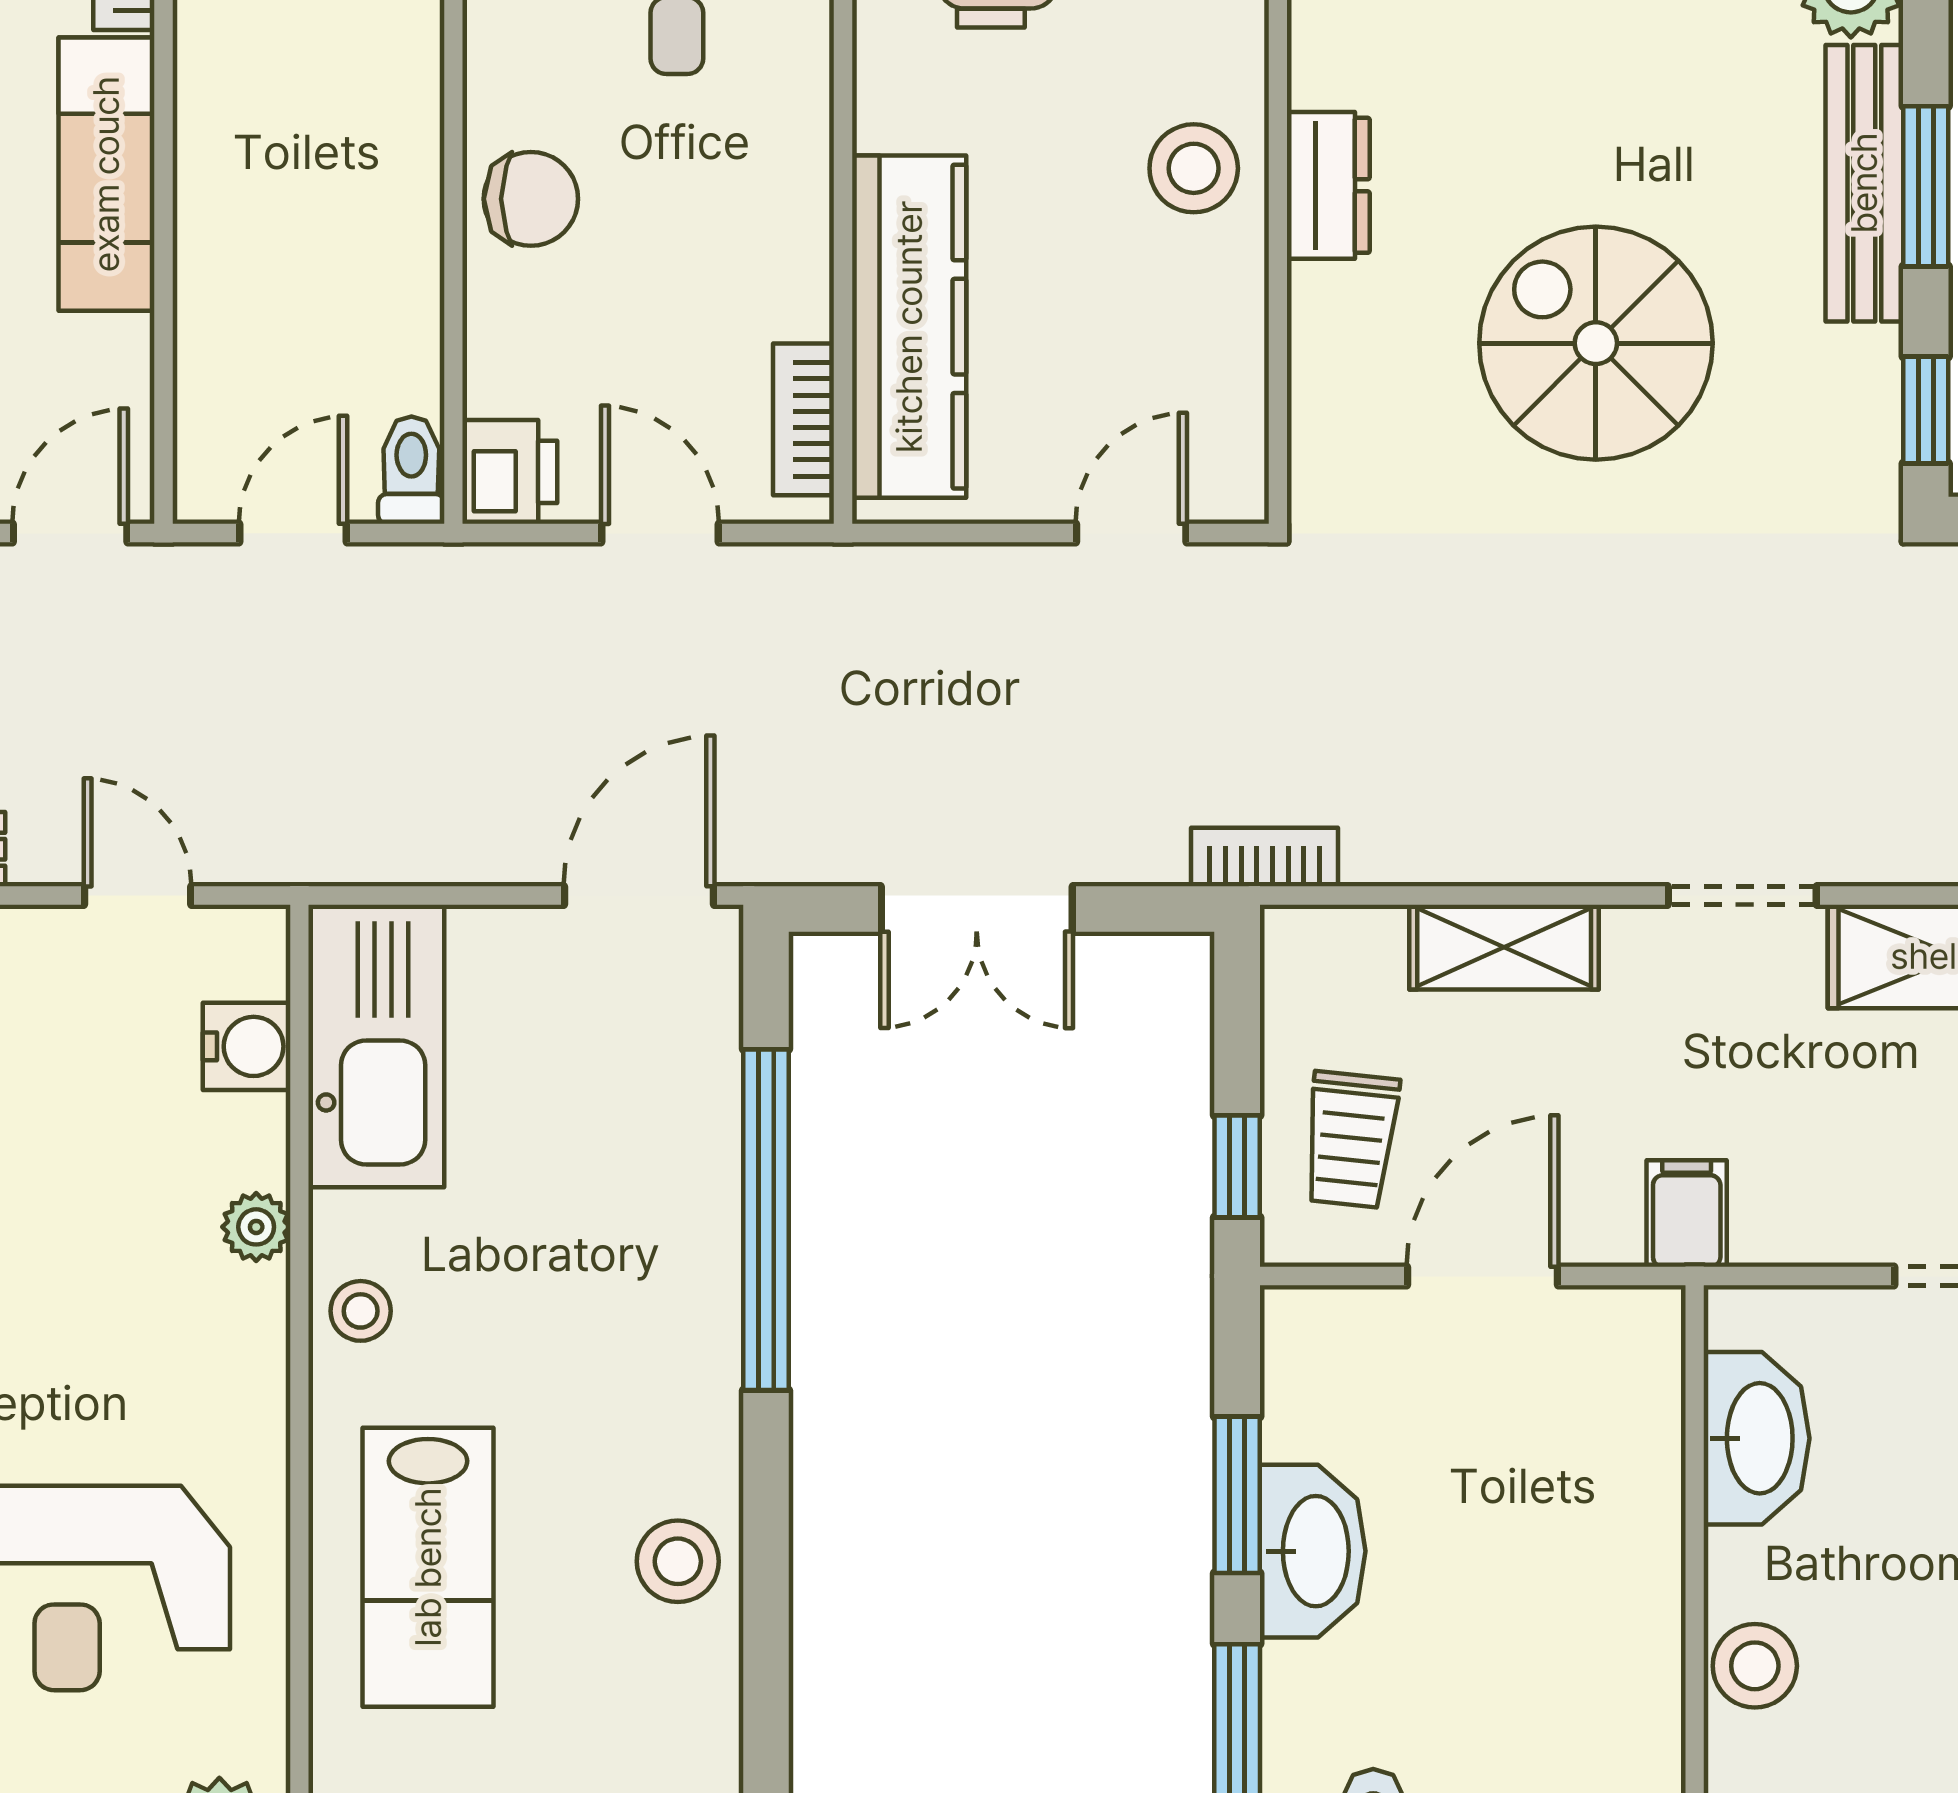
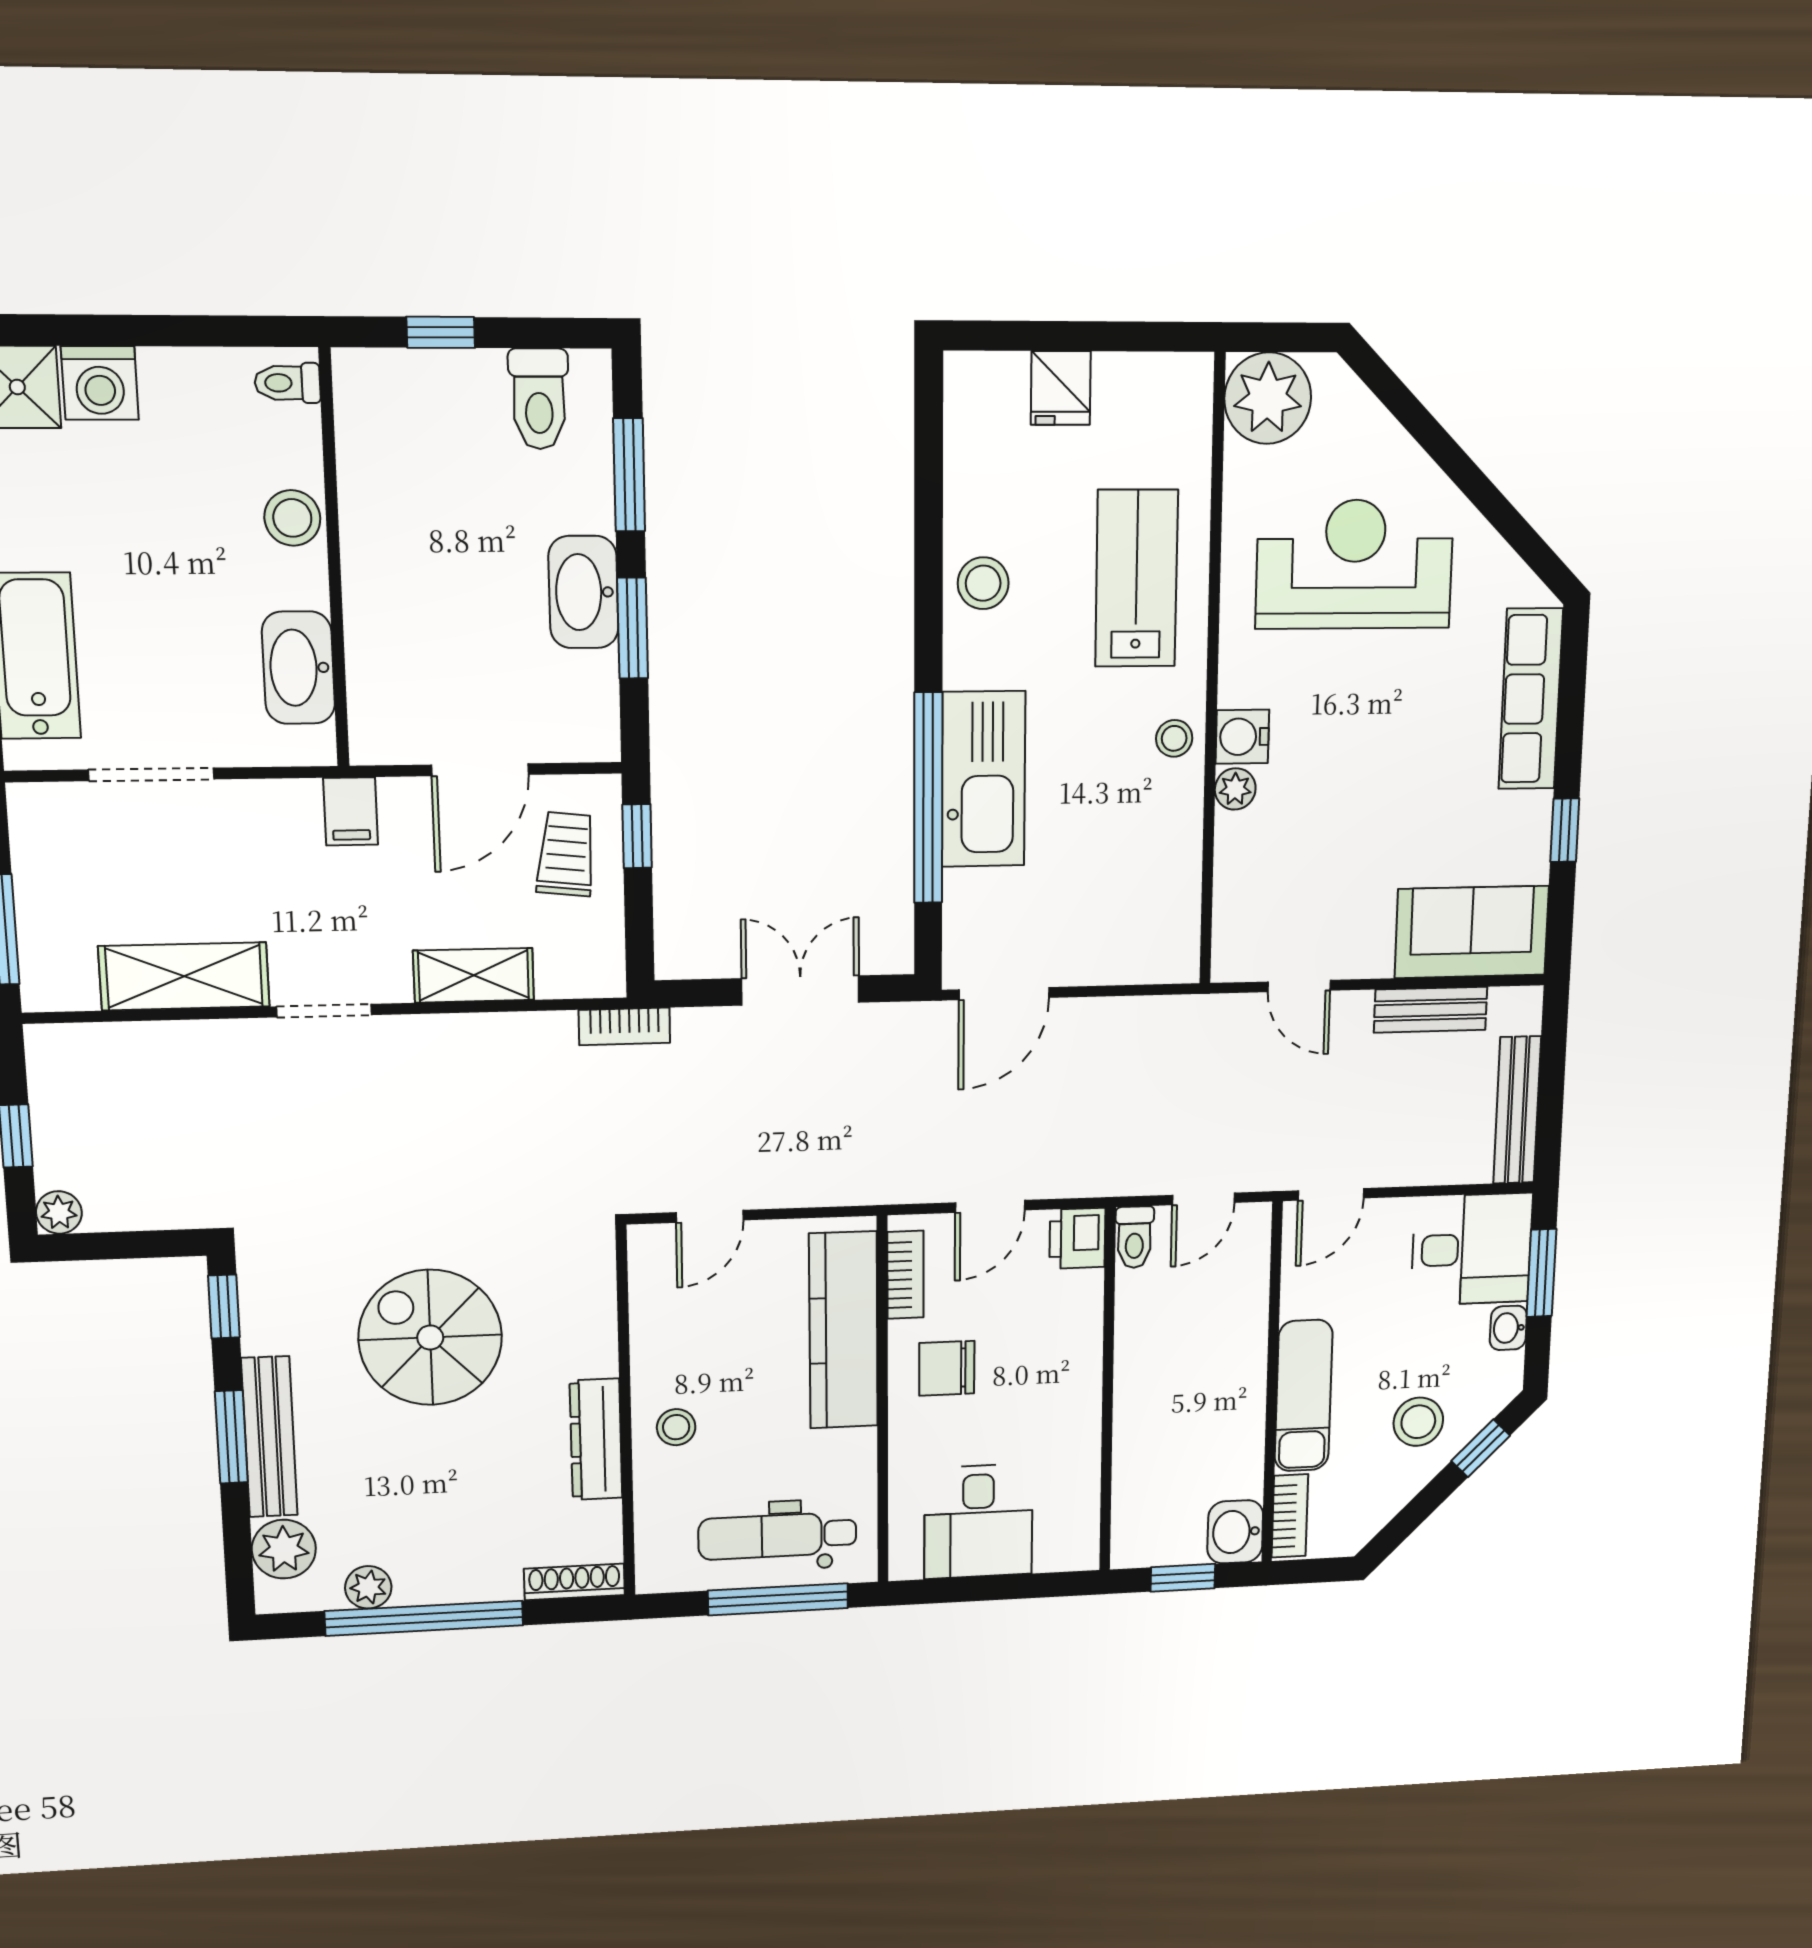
stool: (1194, 168) -> (676, 1427), width x0.73, depth x0.73
dresser: (1328, 185) -> (596, 1439), width x1.44
chair: (531, 199) -> (947, 1368), moved
spiral stairs: (1596, 343) -> (430, 1338), turned 180
door: (660, 533) -> (990, 1206), hinge flipped
water cooler: (247, 1046) -> (1242, 737), moved
kitchen sink: (376, 1046) -> (983, 779), moved, turned 180

